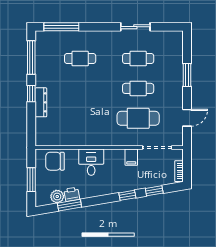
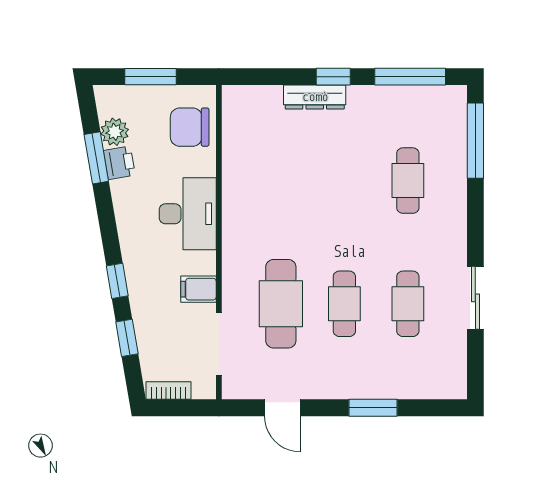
chair: (55, 161) -> (190, 127), turned -90
desk: (91, 162) -> (188, 214), width x1.37

